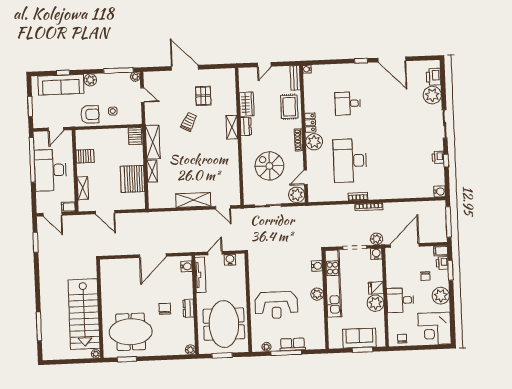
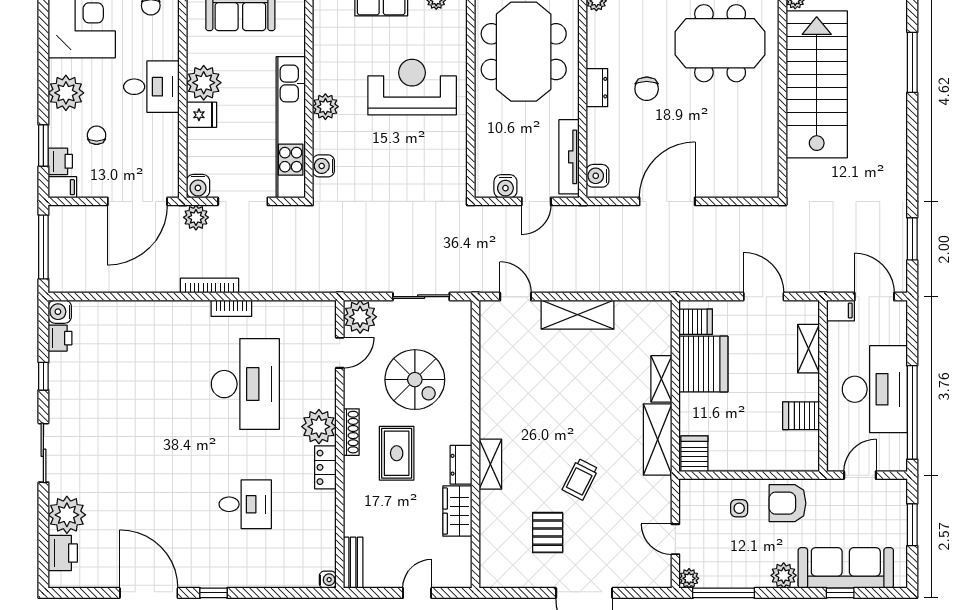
rug: (289, 107) -> (397, 453), moved
printer: (438, 157) -> (60, 338), moved
server rack: (137, 199) -> (696, 322), added

